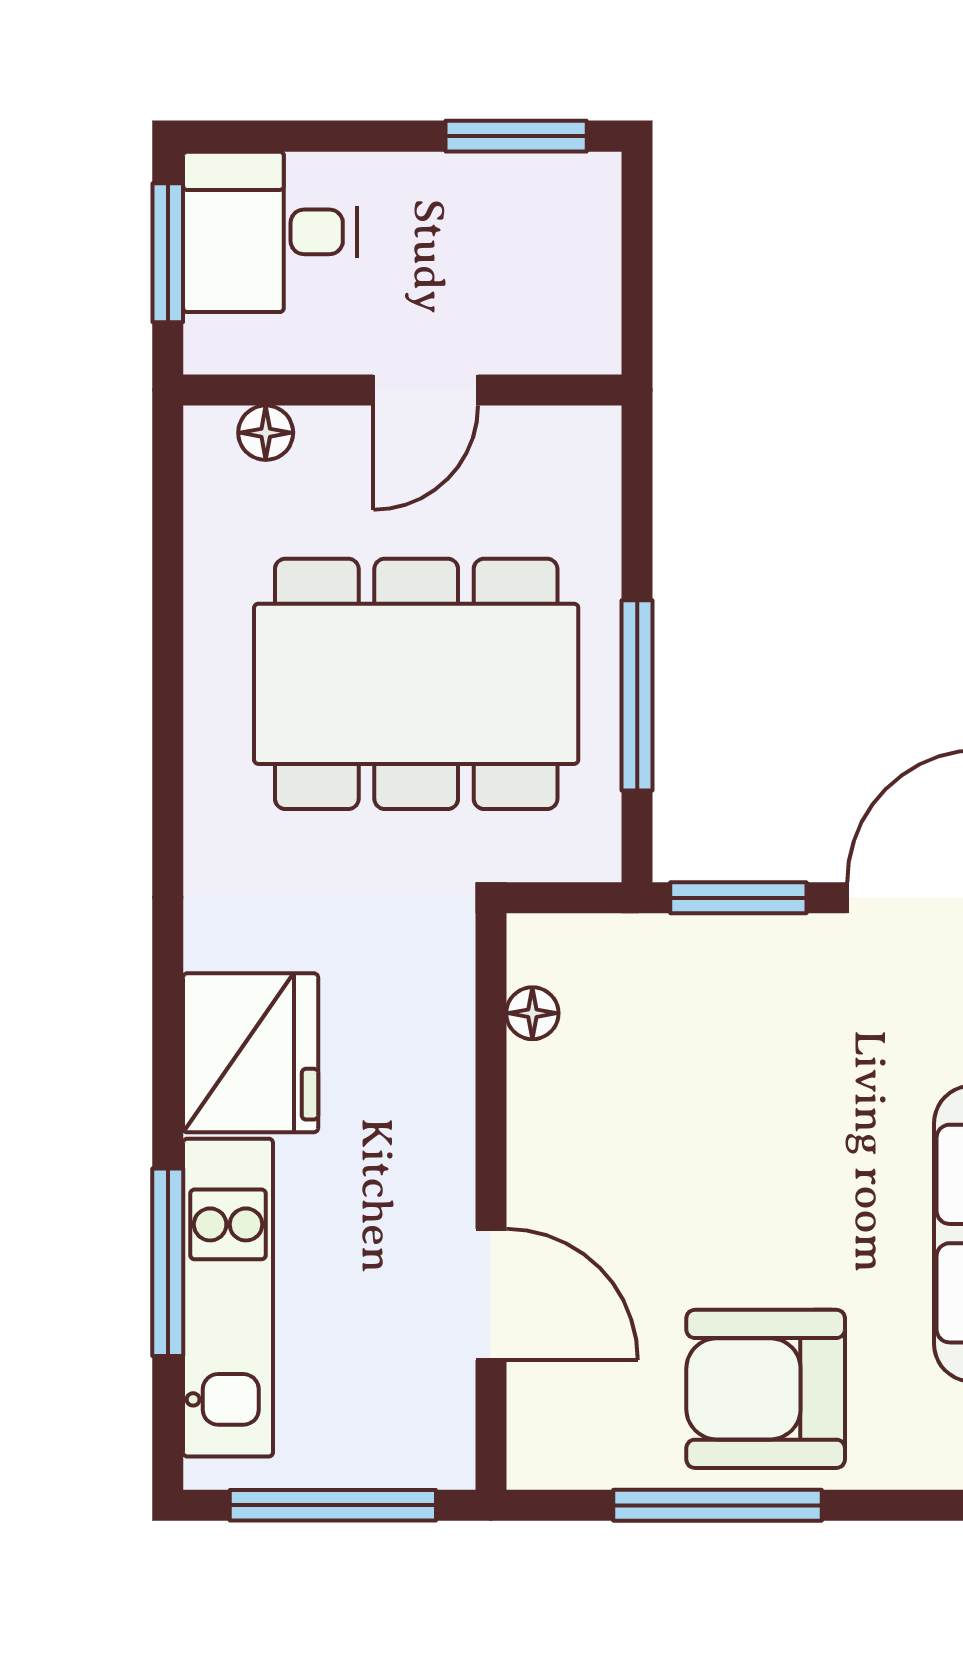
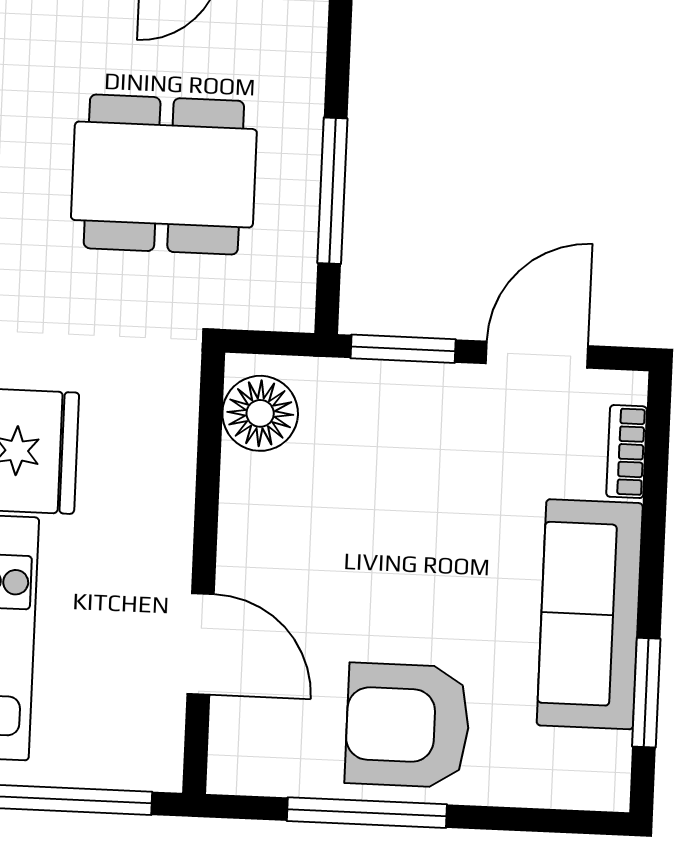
dining table: (416, 684) -> (164, 175), width x0.73, depth x0.80
floor lamp: (532, 1013) -> (260, 413), width x1.89, depth x1.89

